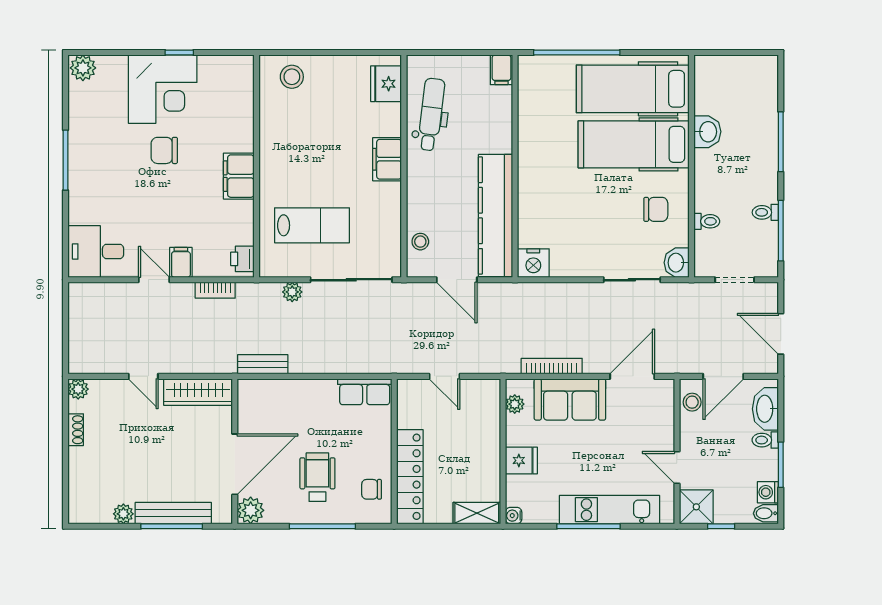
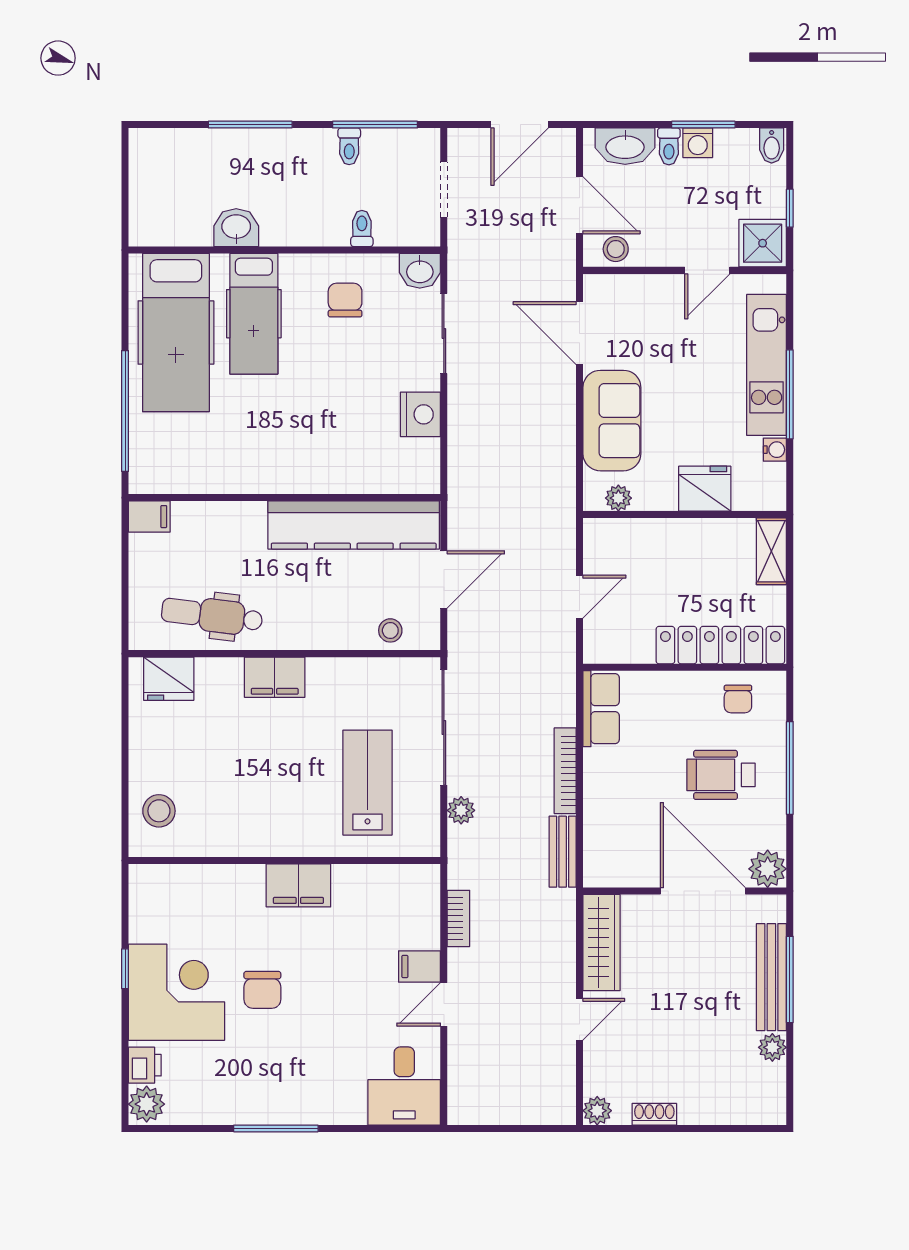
hospital bed: (634, 144) -> (254, 314), width x0.73, depth x0.78
printer: (242, 259) -> (145, 1065), moved, turned -90
nightstand: (533, 263) -> (420, 414), moved
bookcase: (552, 366) -> (565, 771), moved
fridge: (521, 460) -> (705, 489), width x1.38
washing machine: (768, 492) -> (698, 143), moved
water cooler: (514, 516) -> (775, 450), moved, turned -90

